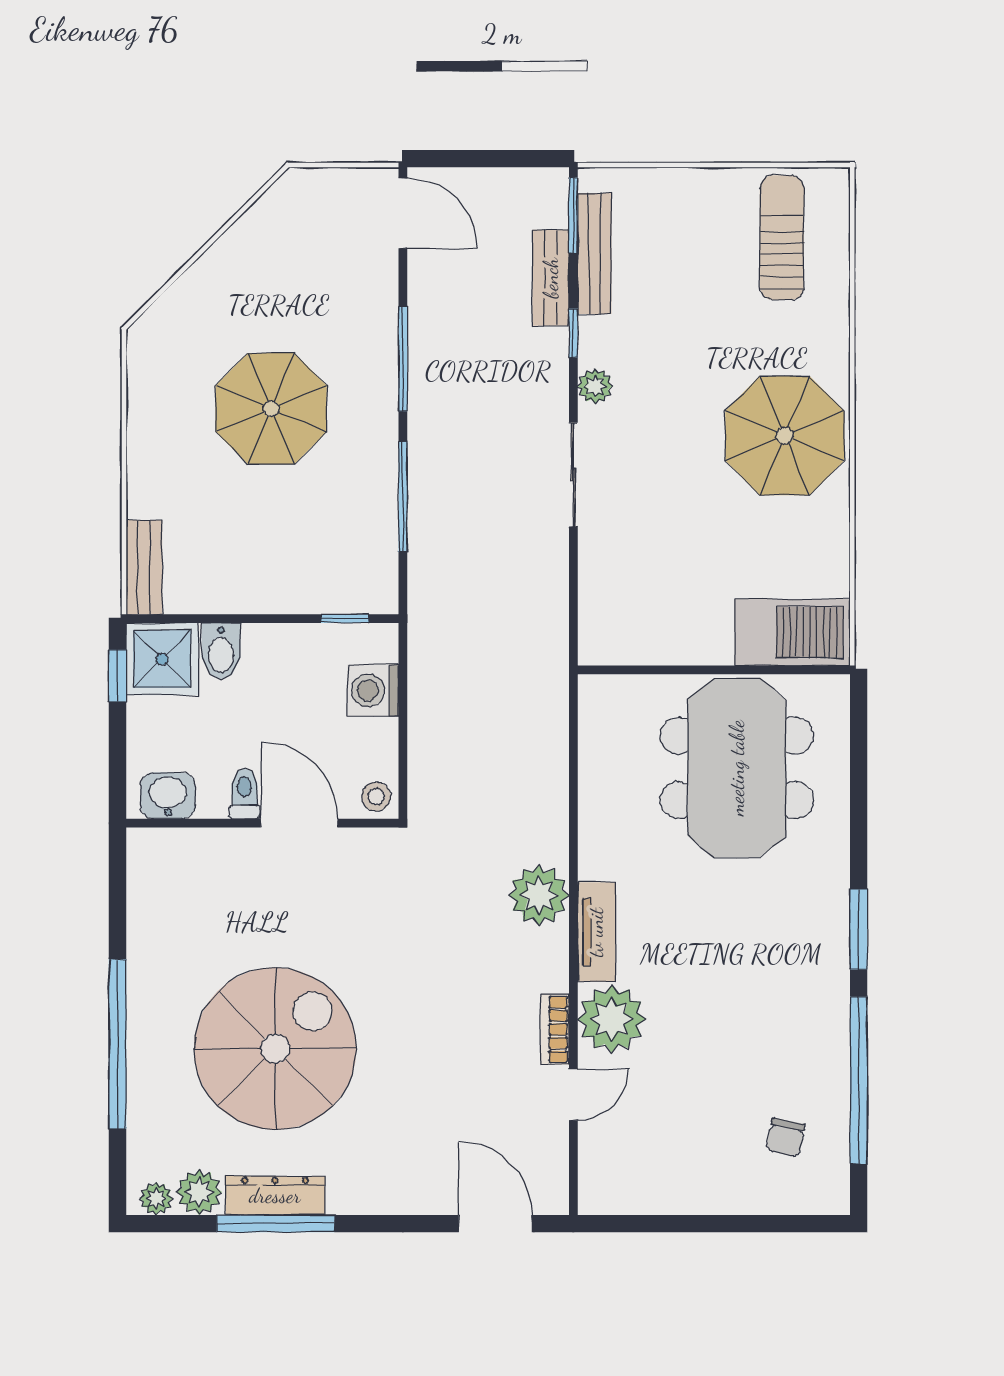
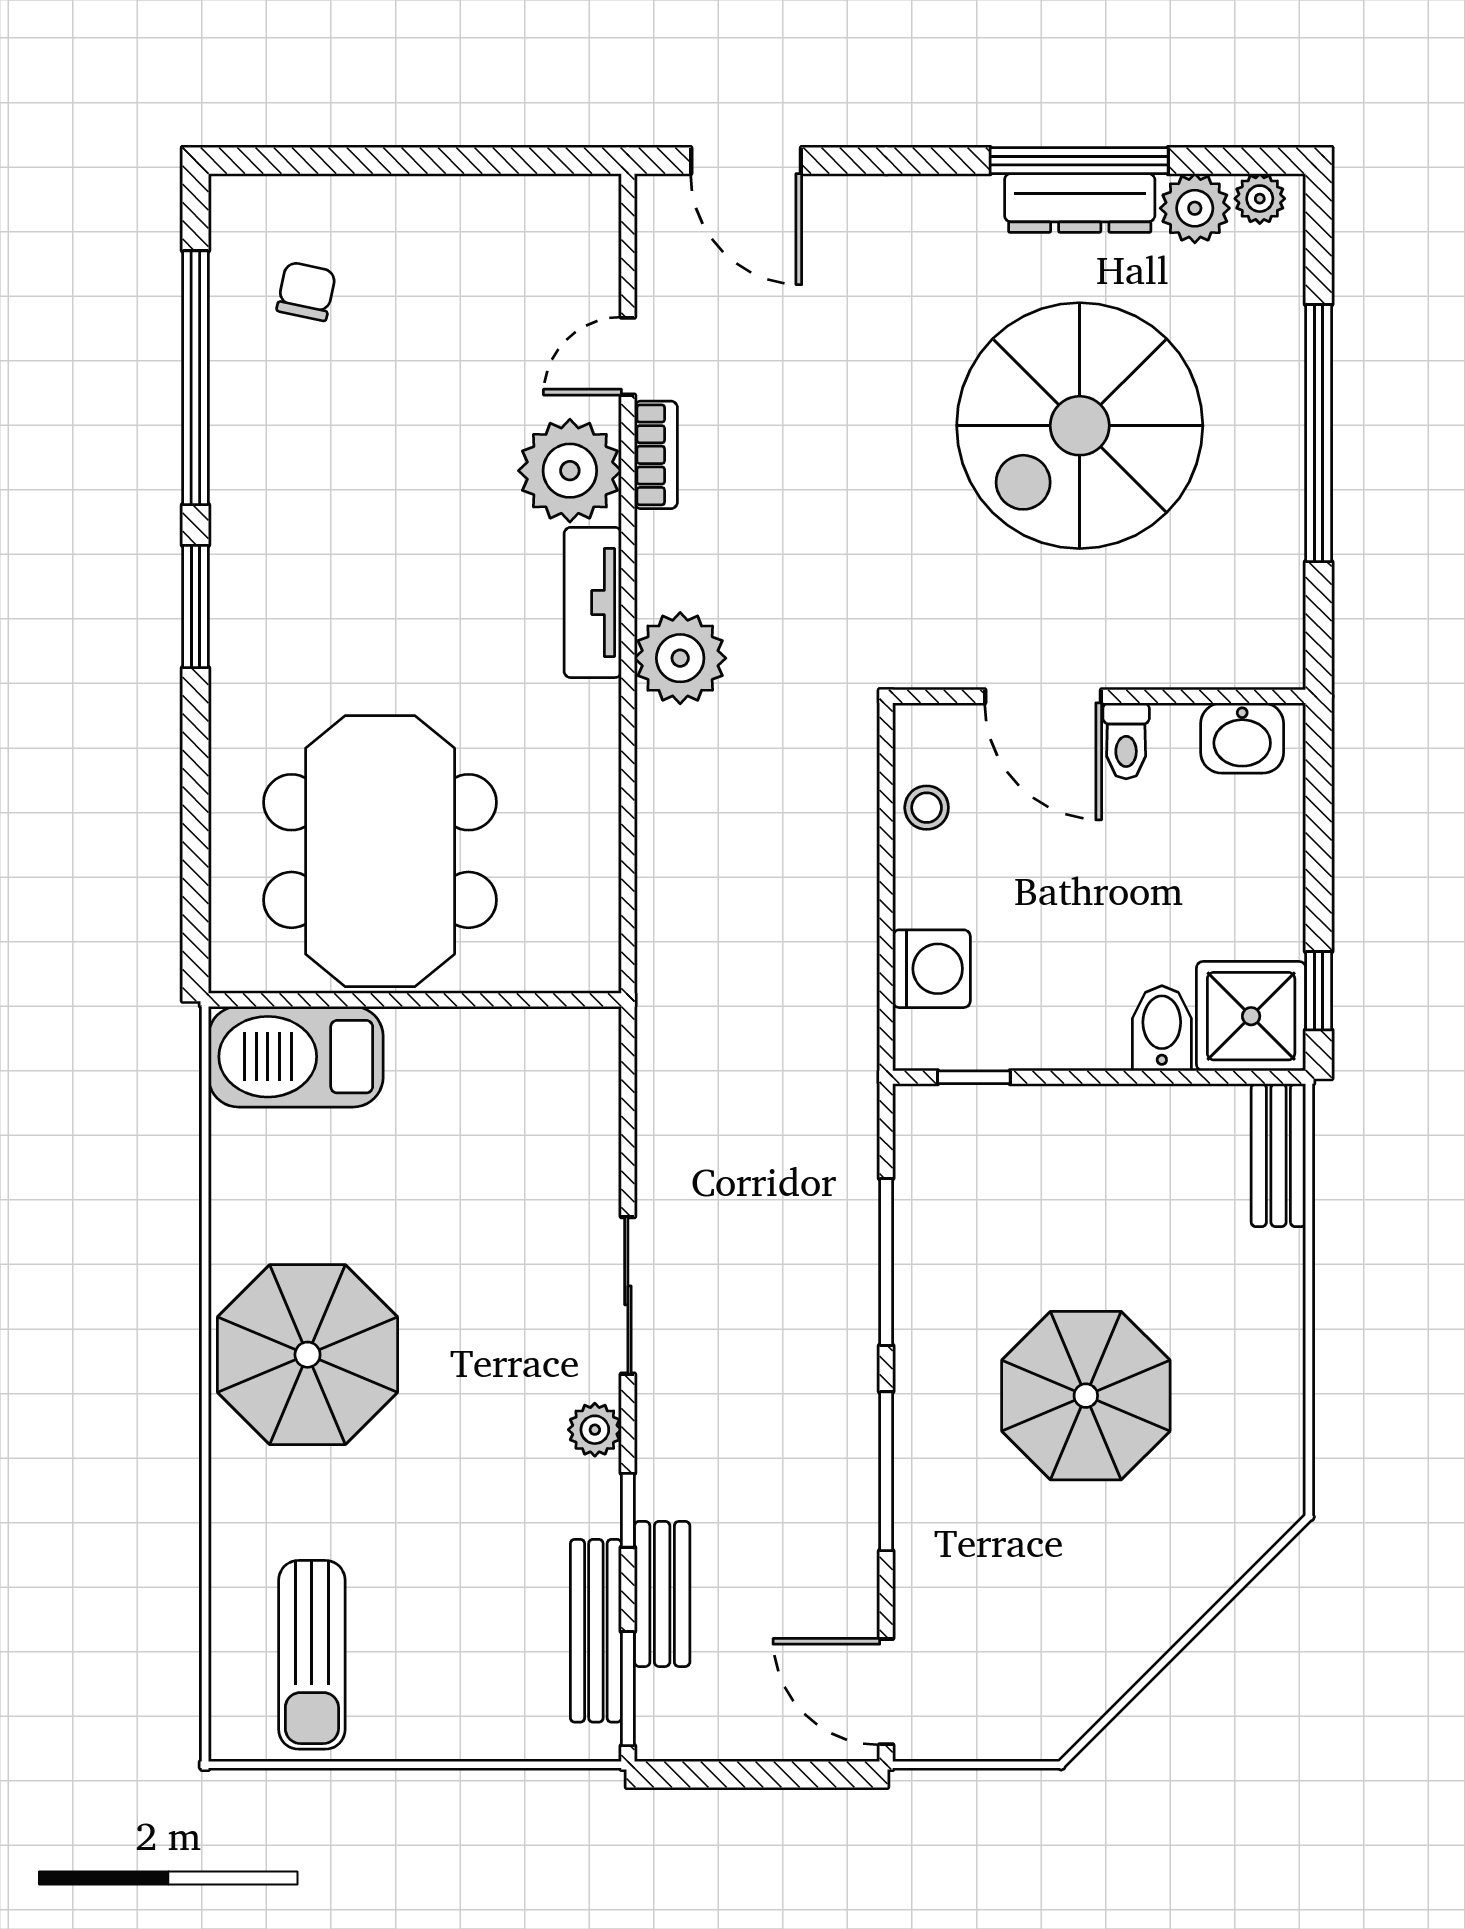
toilet: (245, 794) -> (1126, 741), moved
washbasin: (168, 796) -> (1242, 738), moved
wall: (262, 823) -> (1099, 696), moved
door: (299, 823) -> (1043, 696), moved

